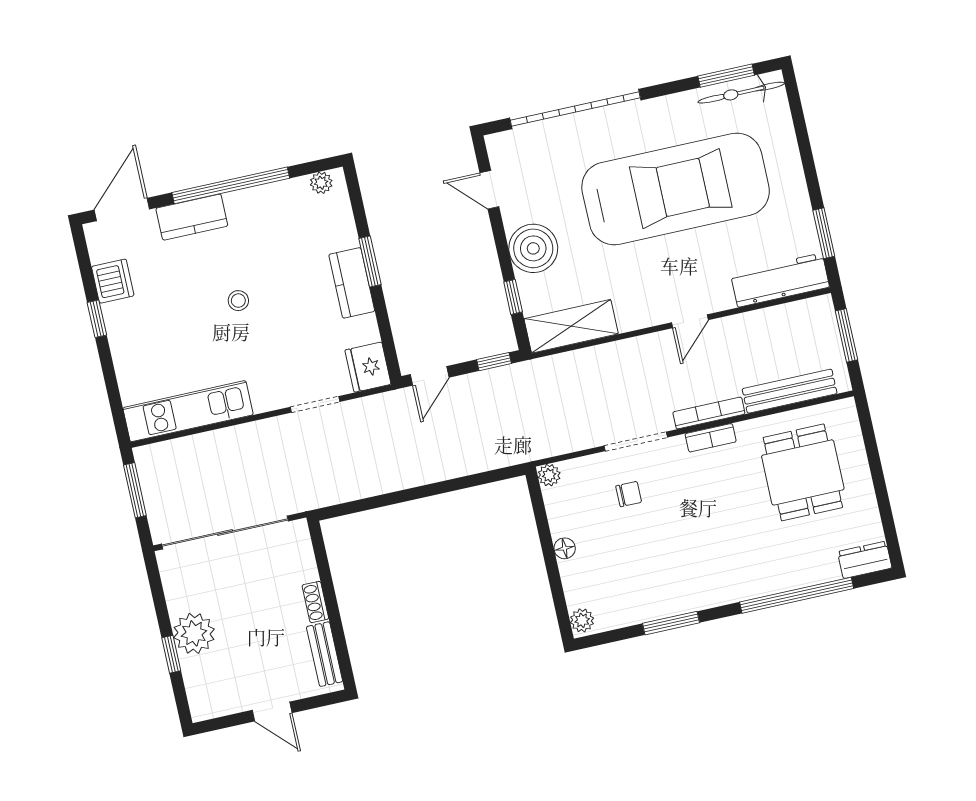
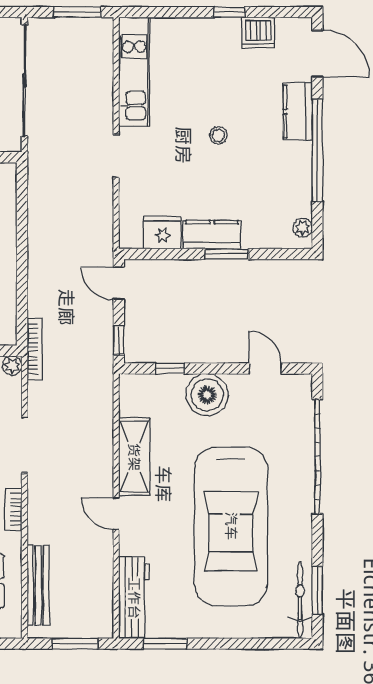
door: (489, 190) -> (265, 369), hinge flipped
shelving: (571, 326) -> (134, 457), moved
fridge: (368, 367) -> (163, 233), moved
doorway: (315, 404) -> (116, 156), moved
bookcase: (709, 413) -> (35, 349), moved

